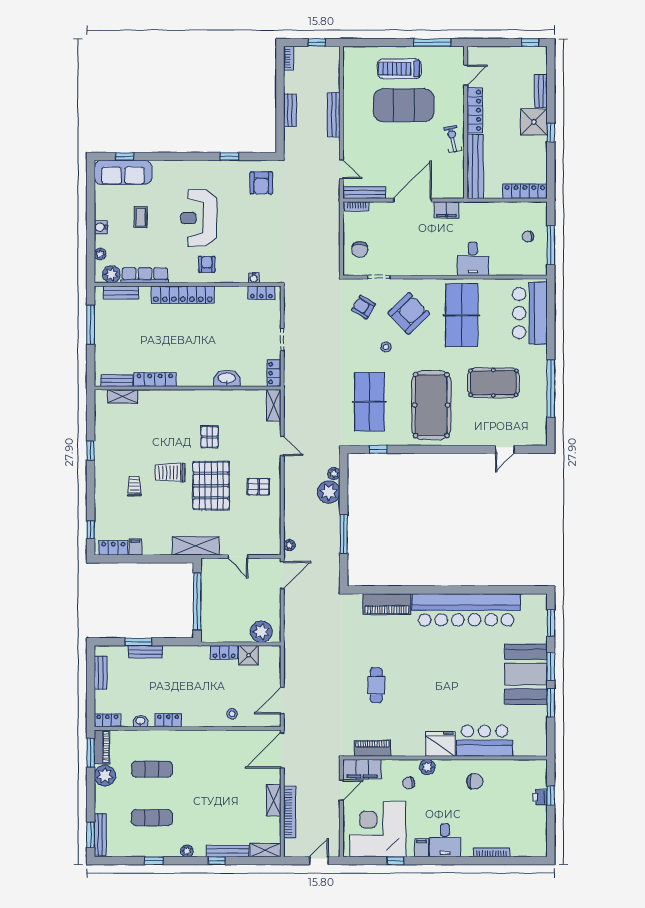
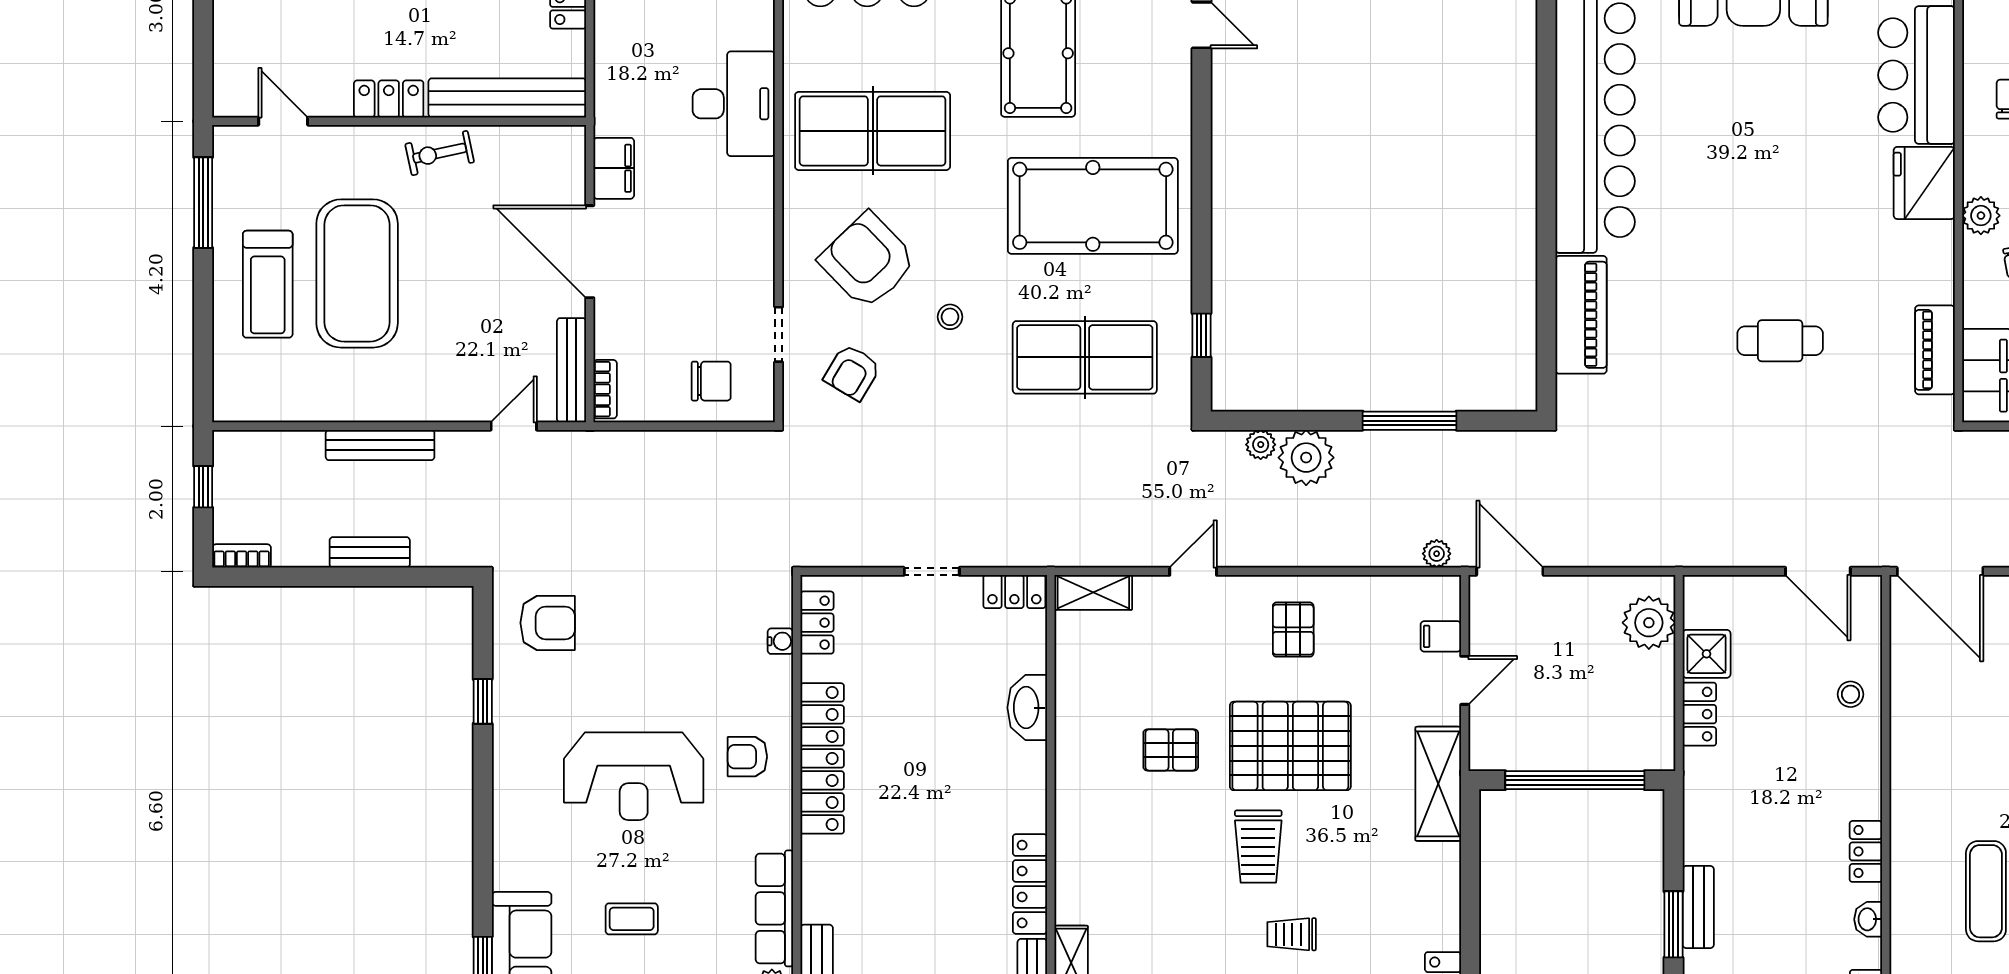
locker: (475, 110) -> (389, 99), width x0.66
desk: (473, 259) -> (734, 104), width x1.37
locker: (183, 295) -> (822, 758), moved
filing cabinet: (135, 547) -> (1441, 636), moved

